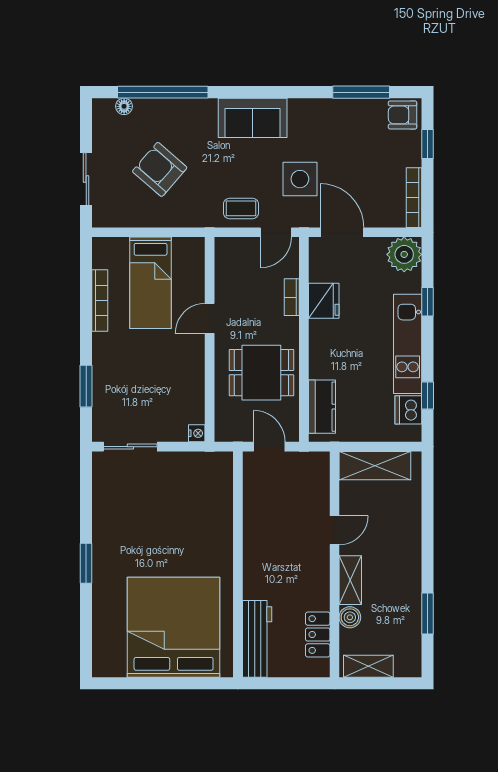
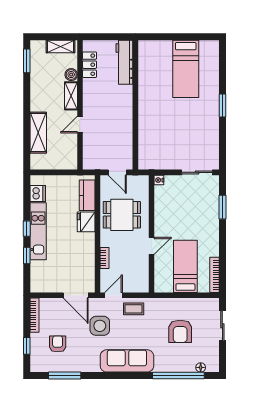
armchair: (403, 115) -> (58, 344), moved, turned -90
sofa: (253, 118) -> (127, 361), width x1.36
armchair: (160, 169) -> (180, 331), turned 49
plant: (404, 254) -> (40, 283), removed
bookcase: (100, 300) -> (215, 275), moved
fridge: (324, 301) -> (86, 222), moved
window: (428, 395) -> (27, 229), moved
shelving: (375, 466) -> (38, 133), moved, turned 90
window: (428, 613) -> (27, 61), moved
bed: (174, 627) -> (186, 69), width x0.49

